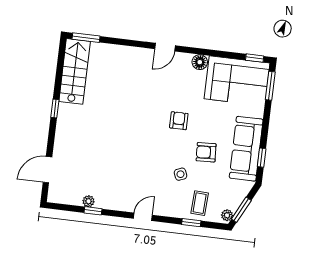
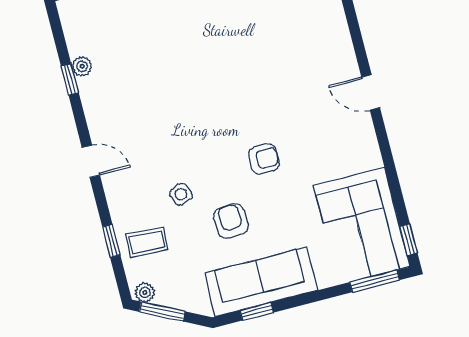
floor lamp: (200, 62) -> (368, 156), removed

